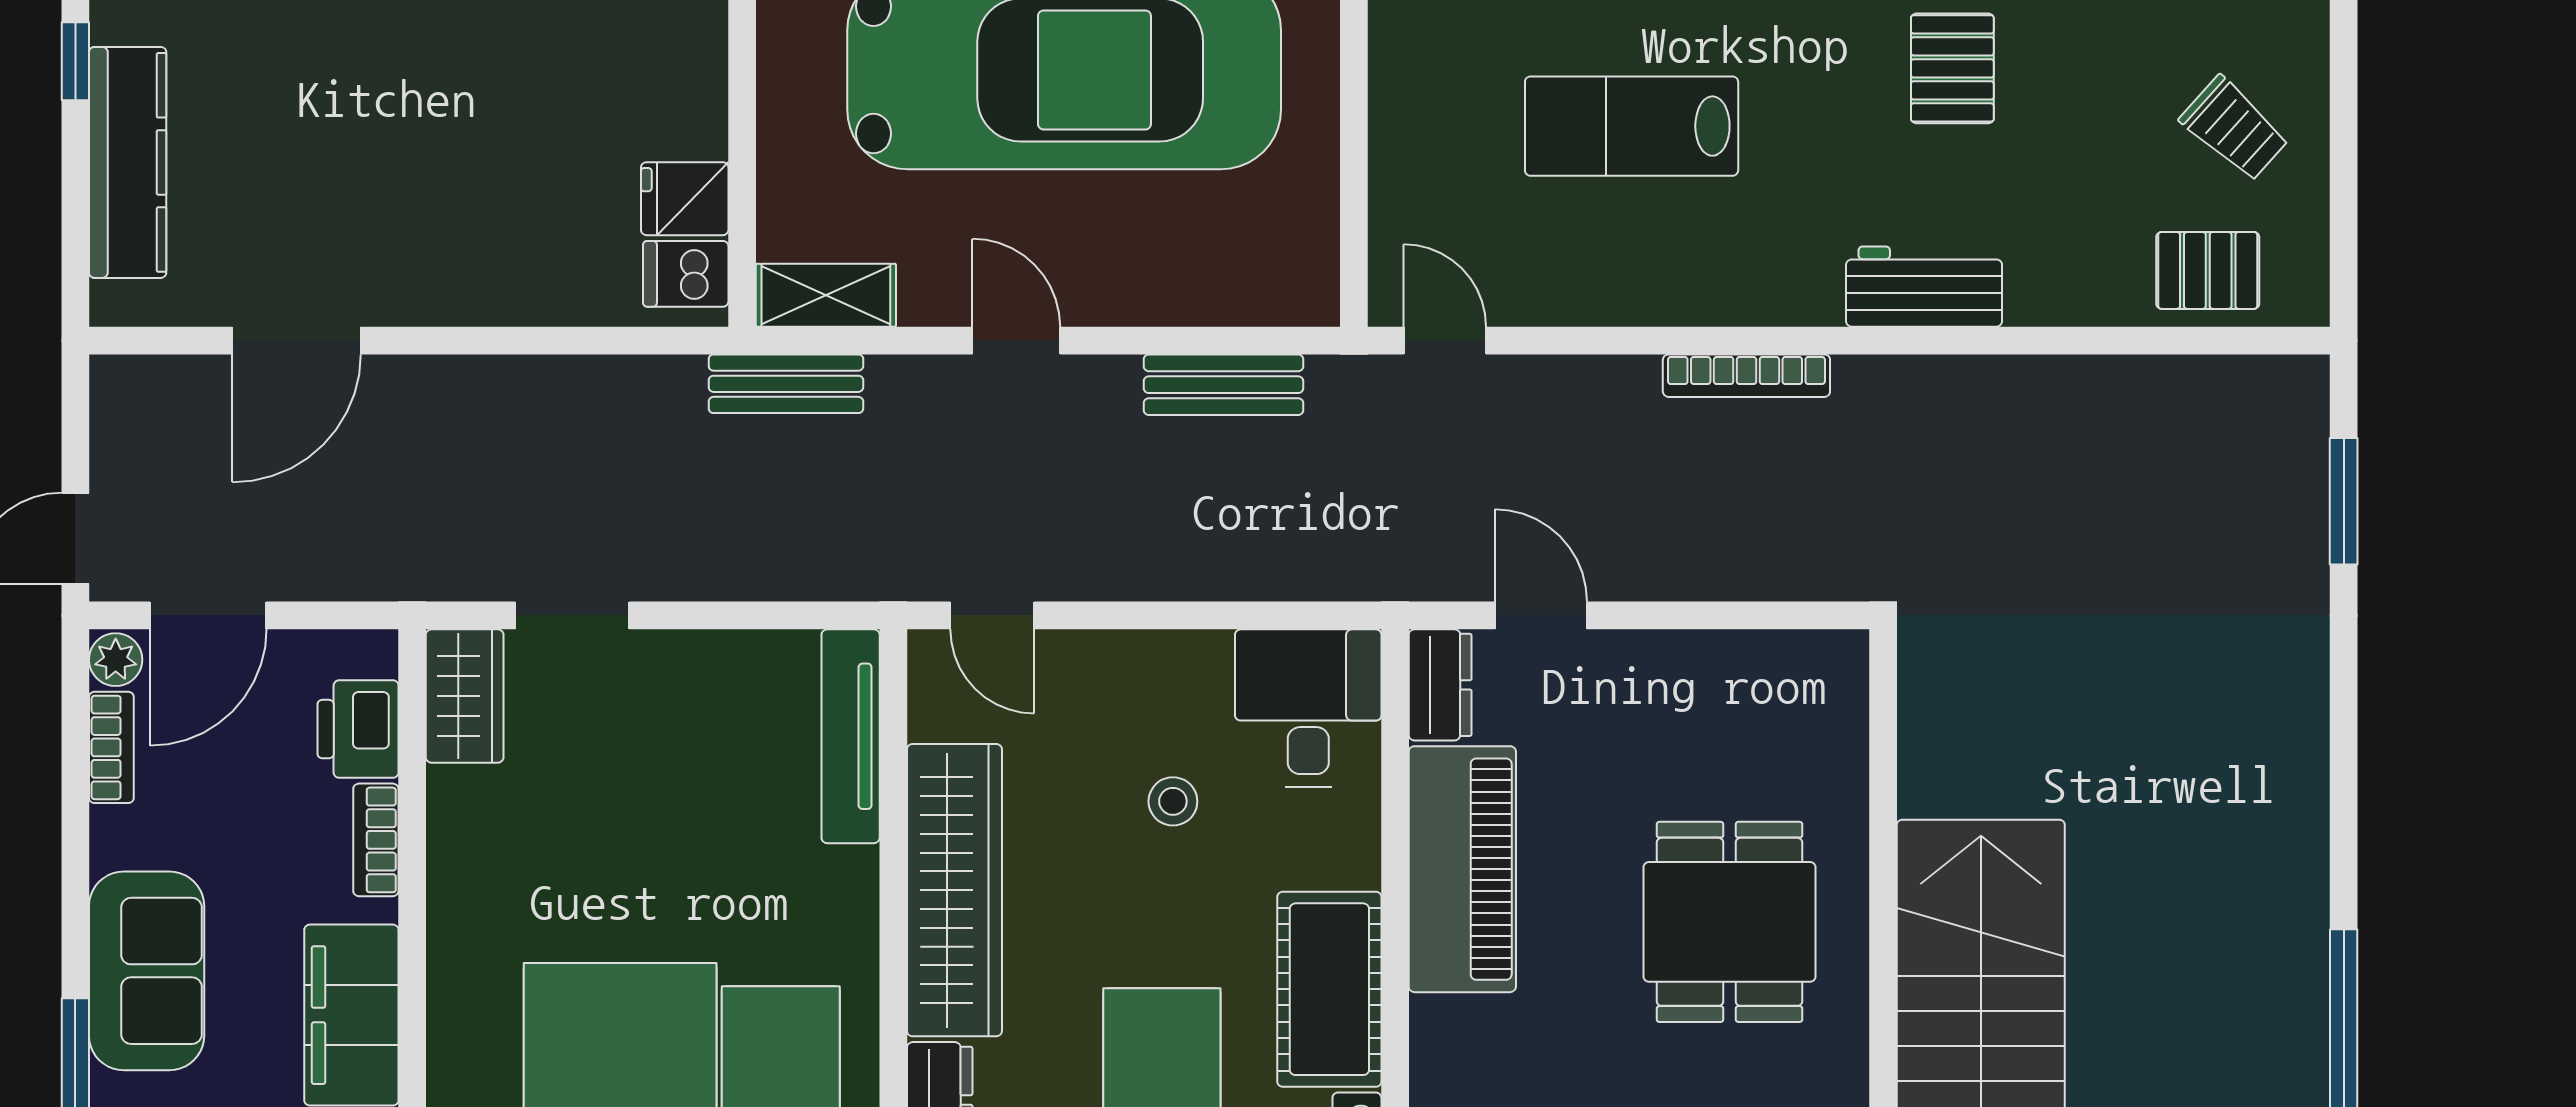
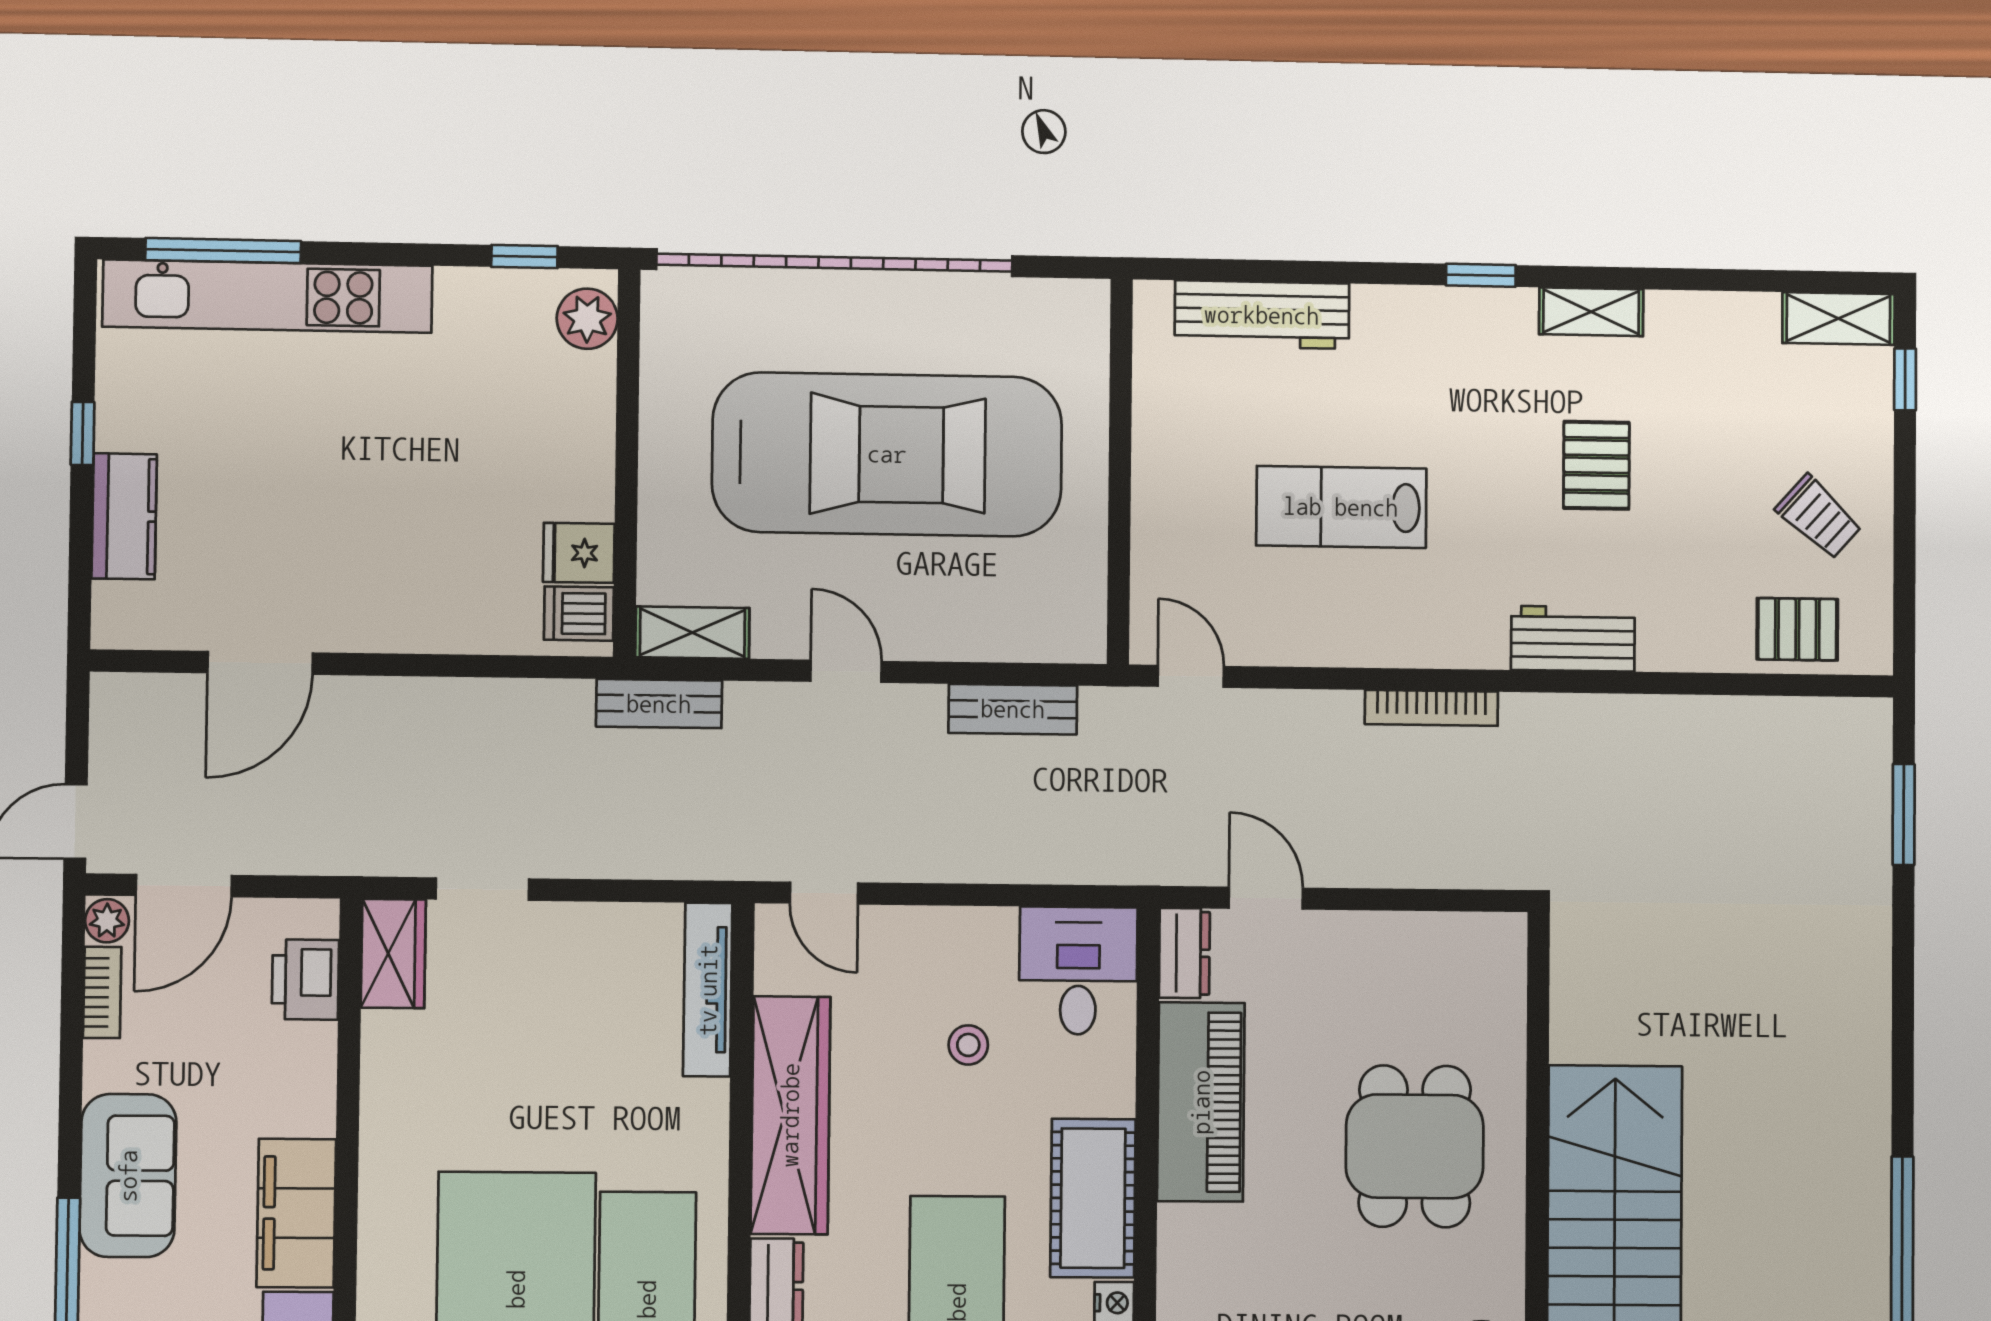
kitchen counter: (128, 162) -> (124, 516), width x0.67
bookcase: (376, 840) -> (319, 1070), removed

